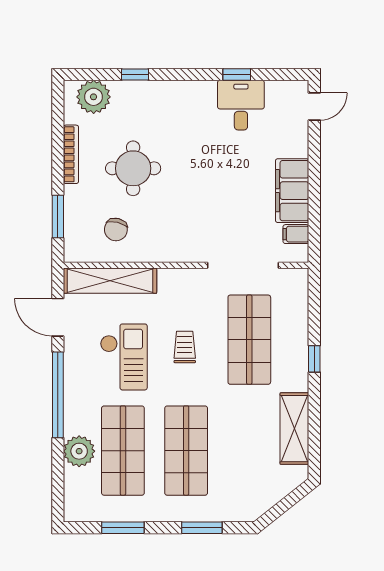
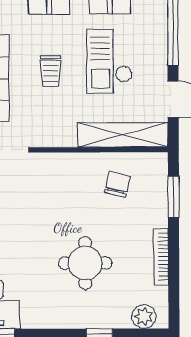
plant: (94, 97) -> (144, 317), width x0.73, depth x0.73
round table: (133, 168) -> (85, 263), moved

